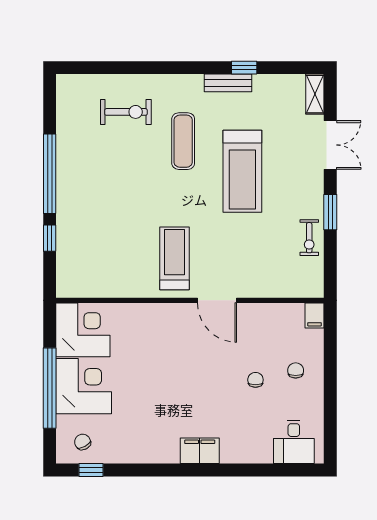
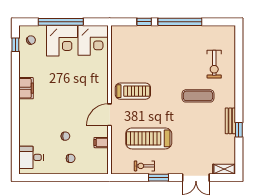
treadmill: (242, 171) -> (149, 138), moved
filing cabinet: (315, 315) -> (101, 143), moved
filing cabinet: (200, 451) -> (26, 88), moved

